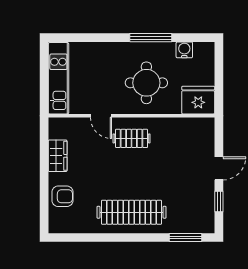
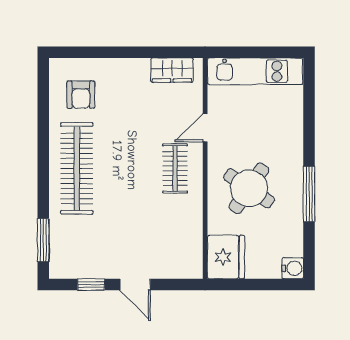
water cooler: (184, 50) -> (293, 268), moved
round table: (146, 83) -> (249, 188), turned 34
wardrobe: (58, 156) -> (172, 70), moved
armchair: (62, 196) -> (81, 95), moved

